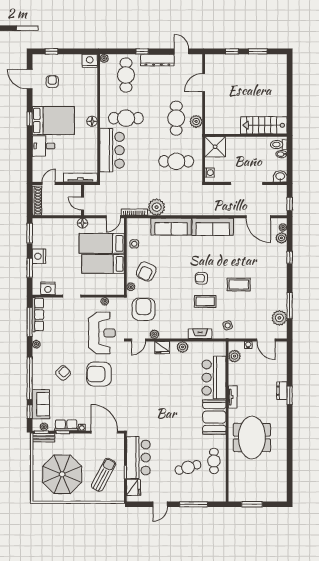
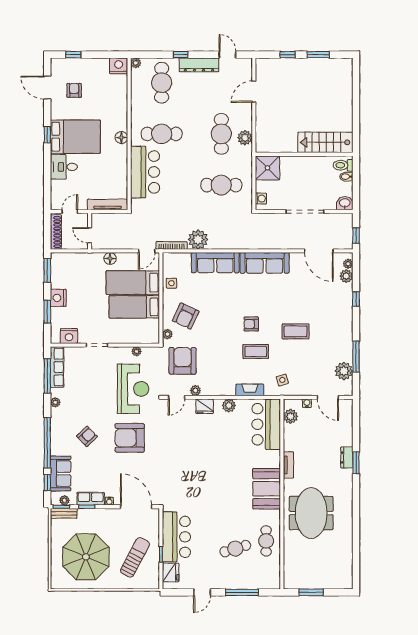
wall: (82, 200) -> (90, 231), moved
door: (82, 204) -> (90, 235), moved
bar counter: (214, 378) -> (266, 424), moved

